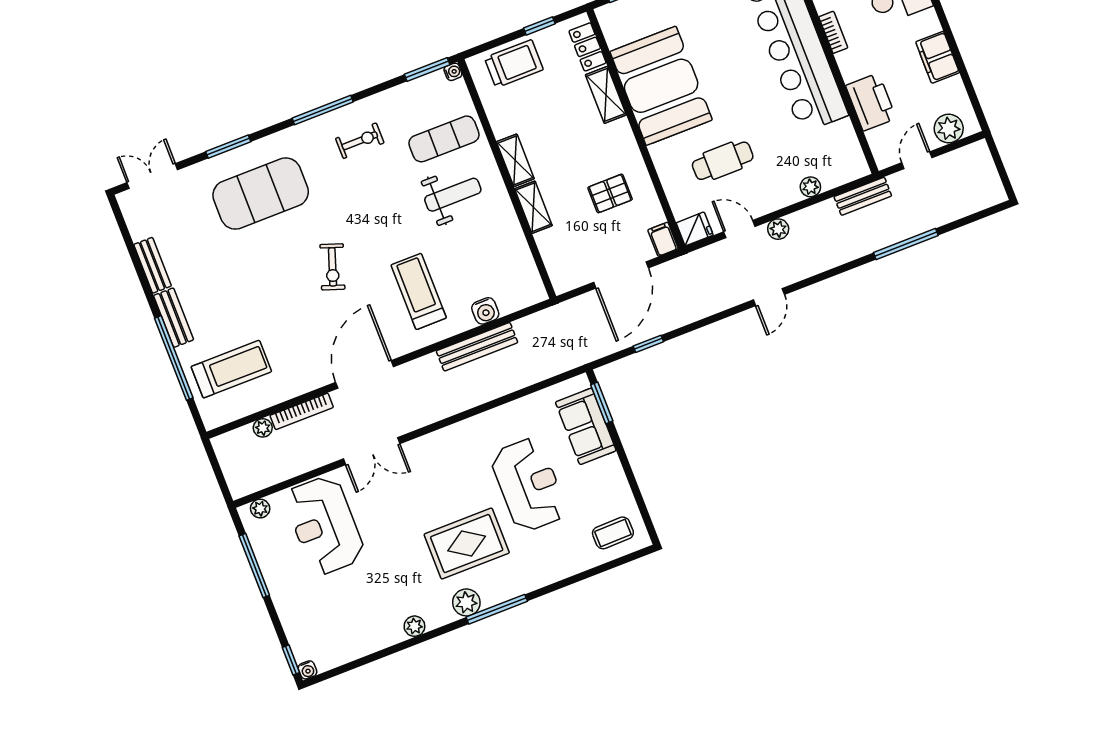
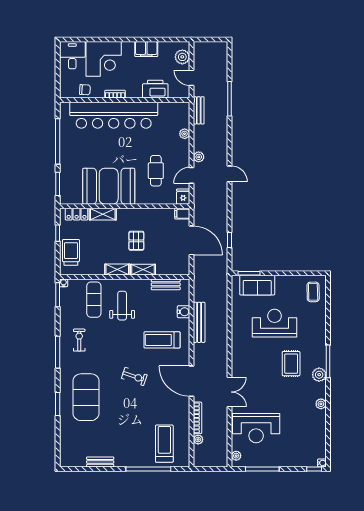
double door: (152, 176) -> (58, 446), removed
pallet: (610, 193) -> (136, 241), moved
bench: (174, 318) -> (166, 284), moved
rug: (467, 544) -> (291, 364), width x0.73, depth x0.70

